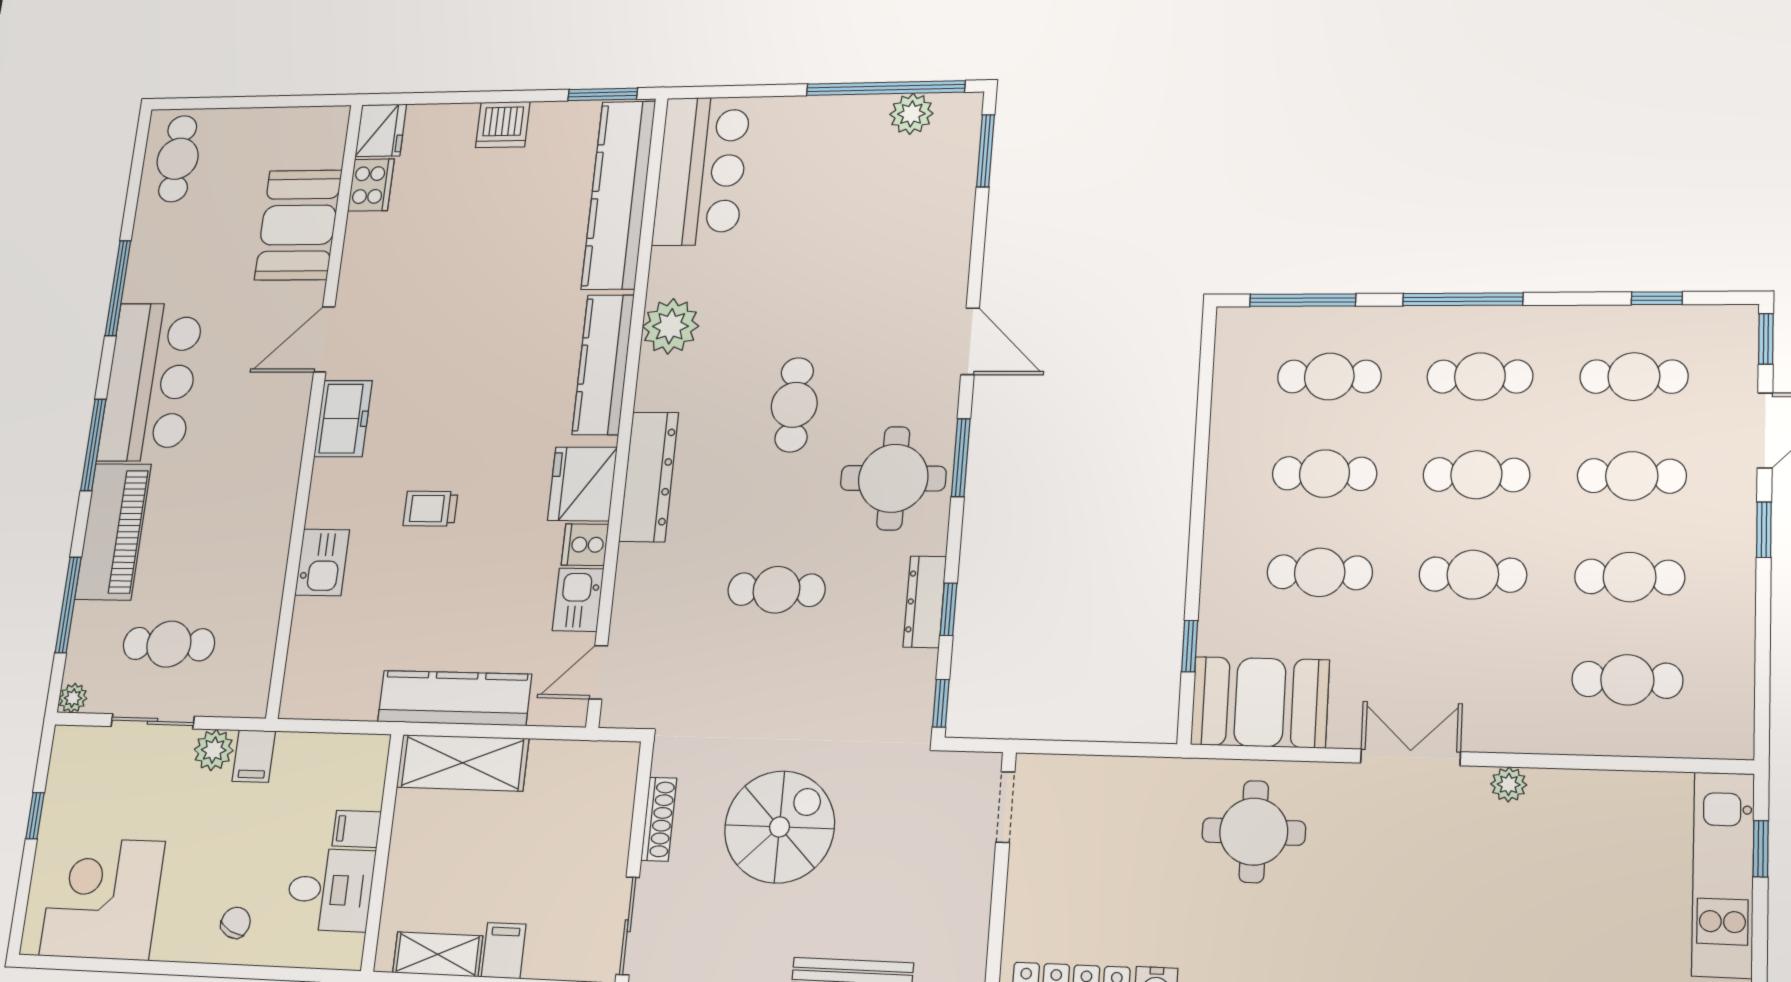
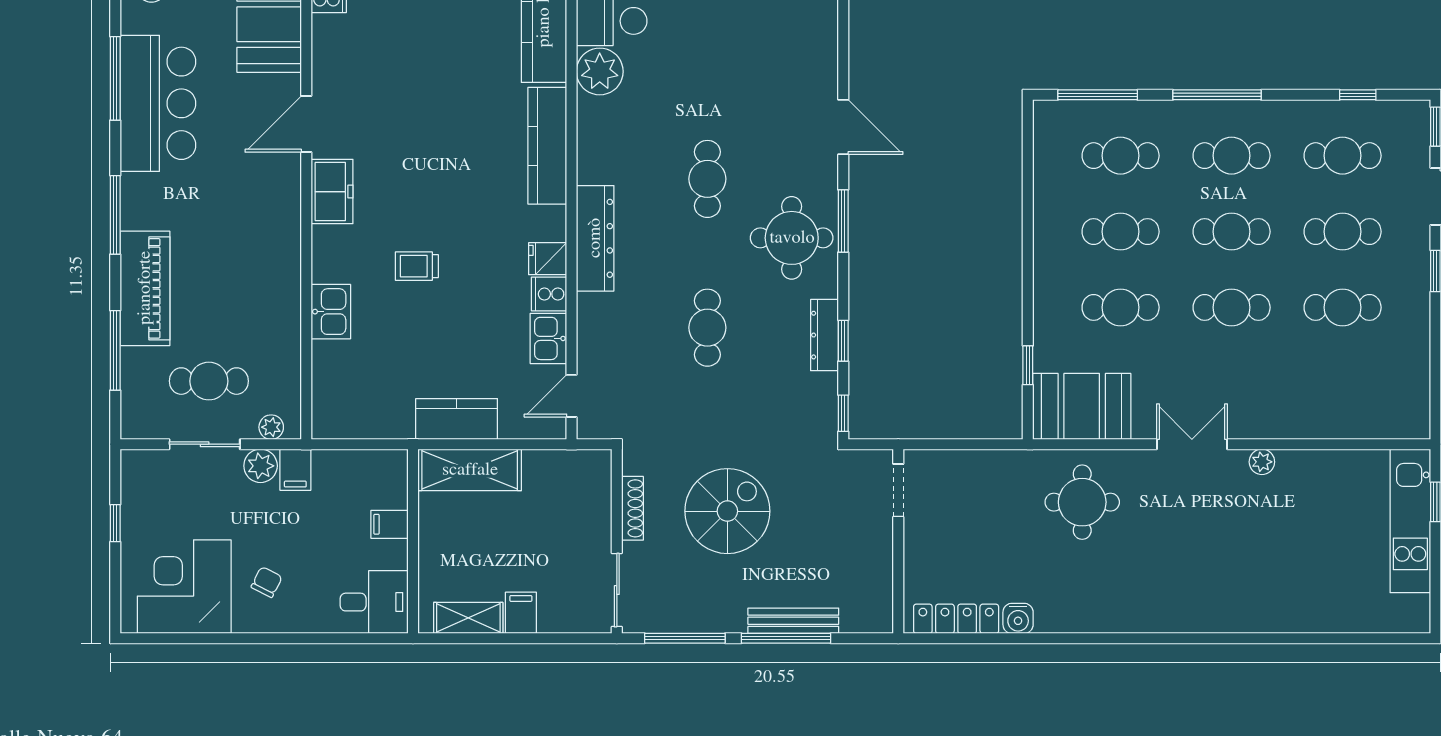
plant: (671, 326) -> (600, 71), moved
bar counter: (151, 382) -> (158, 103), moved
fridge: (582, 484) -> (548, 259), width x0.53, depth x0.75
cafe table: (776, 590) -> (707, 328), turned 90
cafe table: (1627, 680) -> (1343, 383), removed
plant: (73, 698) -> (271, 427), moved
kitchen counter: (454, 698) -> (457, 419), width x0.67
desk: (330, 890) -> (374, 602), moved
chair: (236, 923) -> (267, 582), moved

